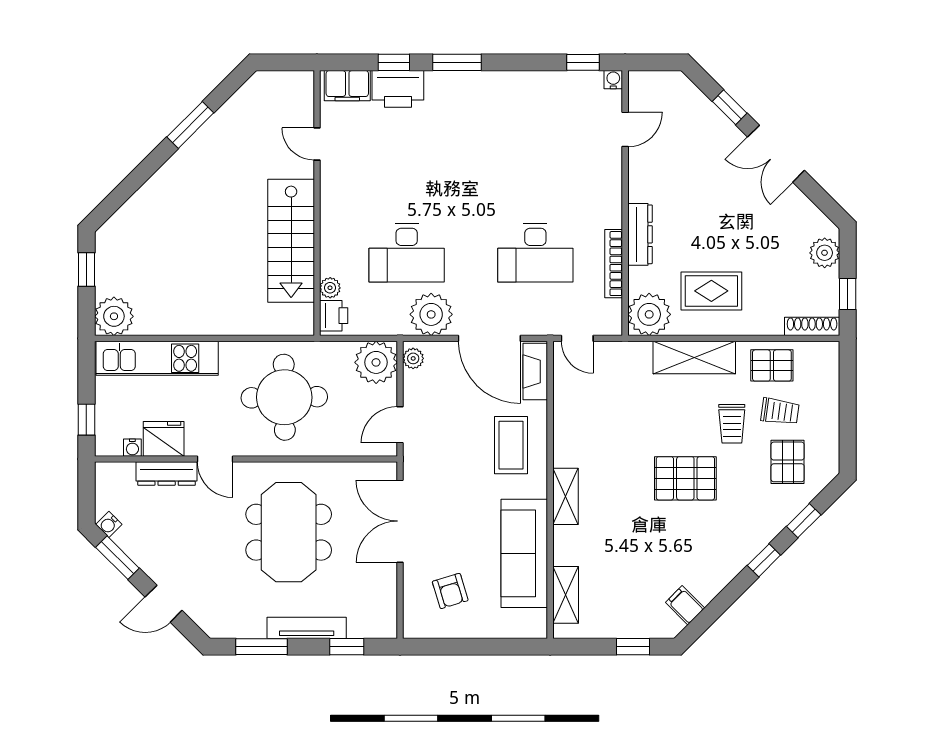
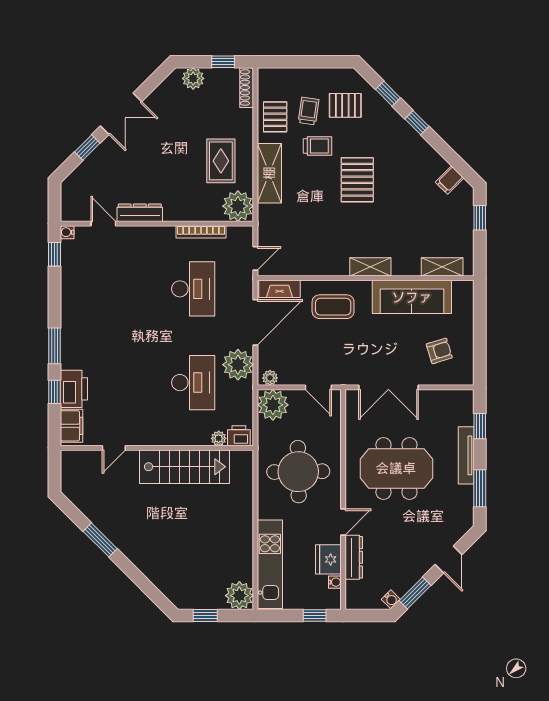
dresser: (640, 234) -> (140, 213), moved

